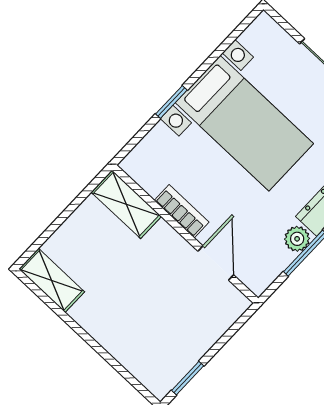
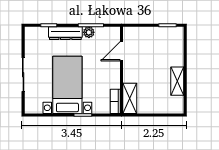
bookcase: (182, 211) -> (115, 101), moved
shelving: (52, 280) -> (177, 81), moved

